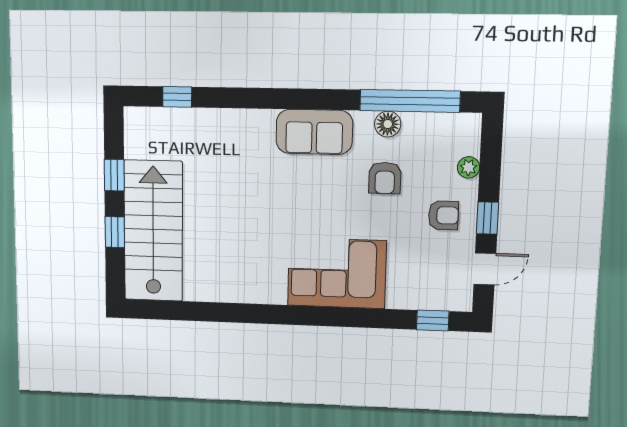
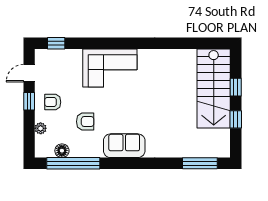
window: (177, 97) -> (200, 163), width x2.17
floor lamp: (388, 124) -> (62, 151), moved
armchair: (385, 178) -> (85, 122), turned 90

